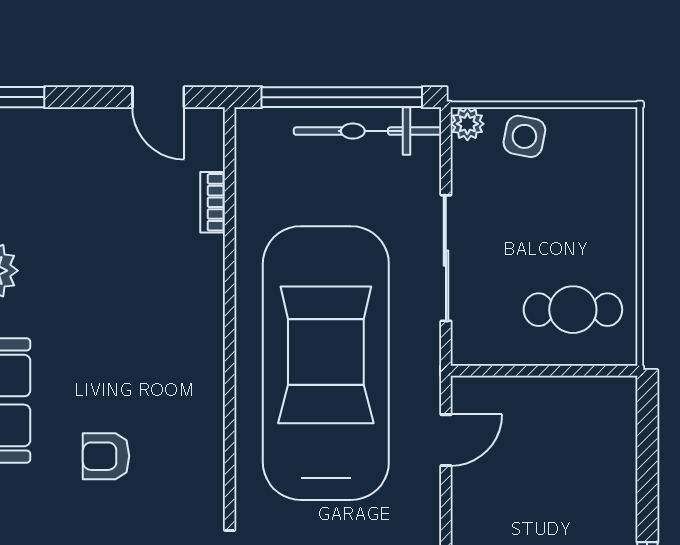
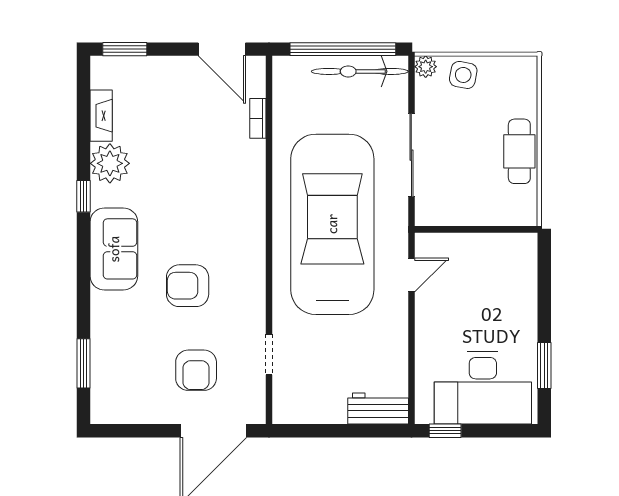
door: (158, 97) -> (222, 49), width x1.38
cafe table: (573, 310) -> (519, 151), moved, turned 90
armchair: (106, 456) -> (188, 286), width x1.38, depth x1.38

